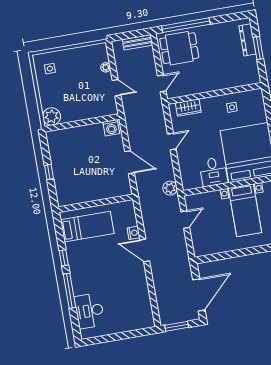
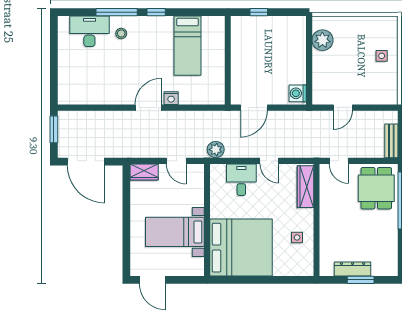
dresser: (247, 40) -> (353, 269), moved
plant: (106, 67) -> (369, 99), removed
side table: (50, 69) -> (382, 56), moved
wardrobe: (188, 108) -> (305, 187), width x1.50
plant: (52, 117) -> (322, 40), moved
desk: (213, 172) -> (241, 180), moved, turned 90
wall: (96, 203) -> (228, 60), moved
wardrobe: (199, 245) -> (144, 172), added
stool: (87, 284) -> (121, 33), added

